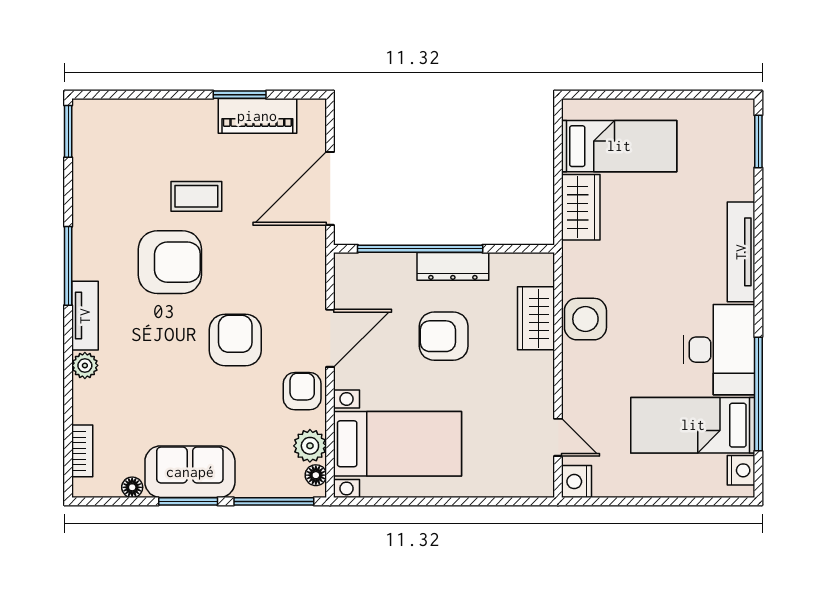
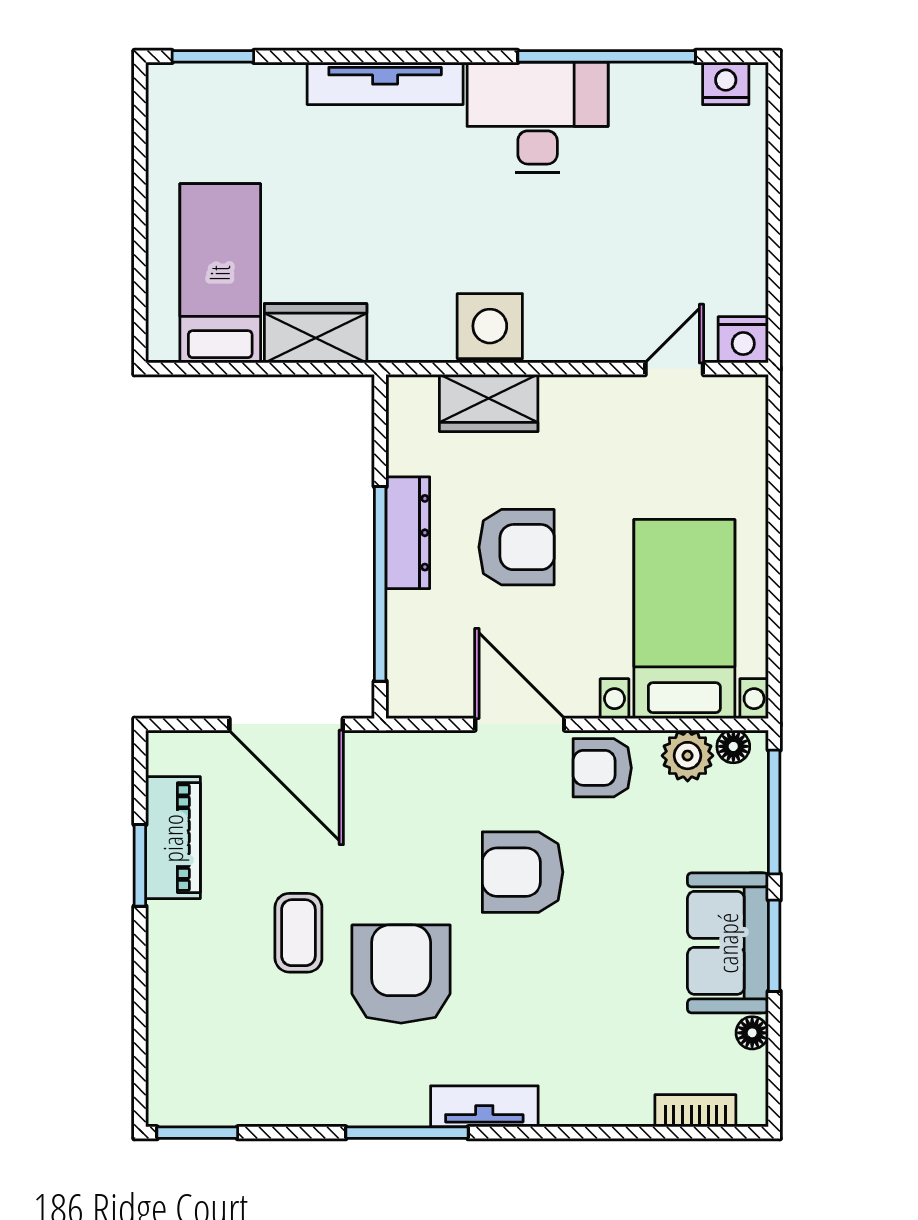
armchair: (444, 336) -> (517, 547), turned -90
plant: (85, 365) -> (562, 1107), removed
bed: (693, 425) -> (655, 159), removed

